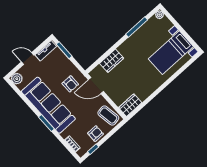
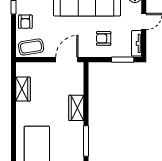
wardrobe: (112, 61) -> (76, 108), moved
armchair: (70, 84) -> (104, 38), moved
wardrobe: (130, 105) -> (23, 89), moved

